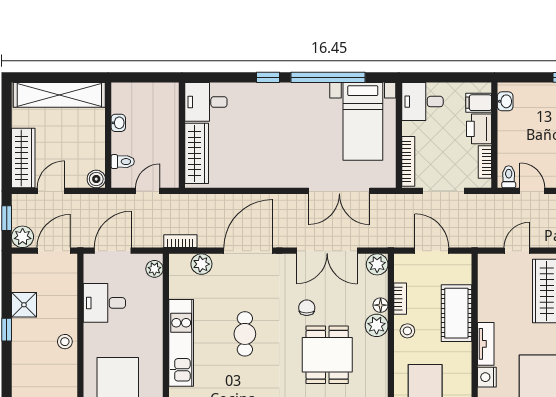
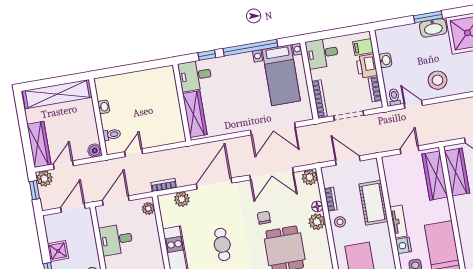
washbasin: (505, 101) -> (385, 60), moved
desk: (206, 102) -> (195, 76), moved
wall: (182, 135) -> (182, 103), moved
wardrobe: (197, 153) -> (195, 114), moved
plant: (23, 237) -> (44, 179), moved

